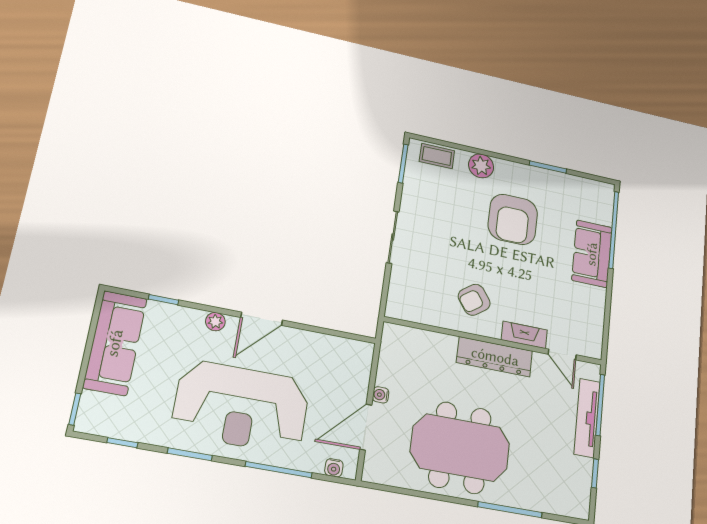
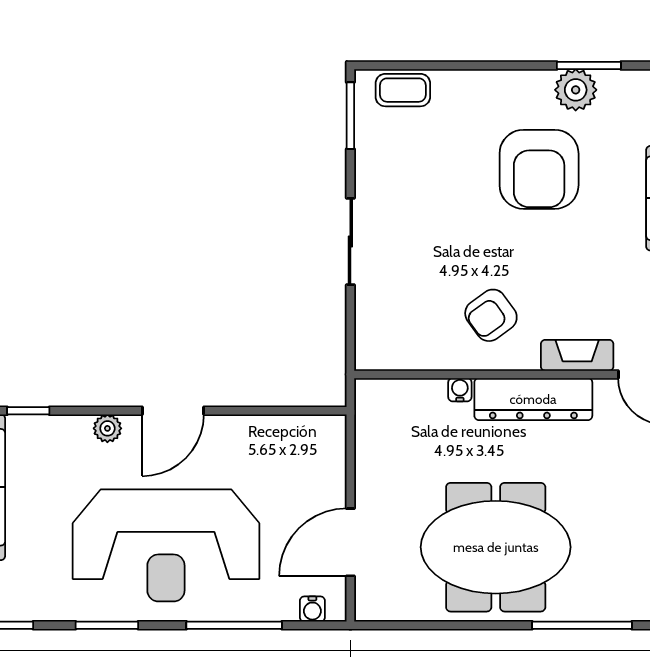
plant: (481, 166) -> (576, 90), moved
water cooler: (381, 395) -> (460, 390), moved, turned 90

